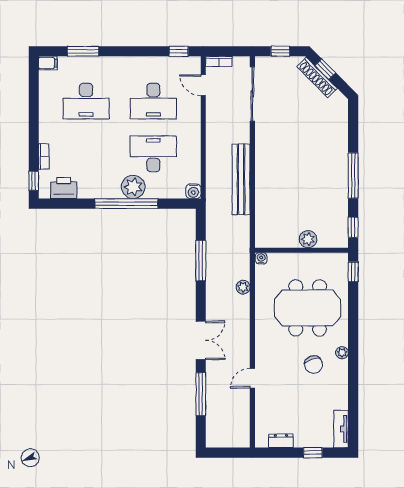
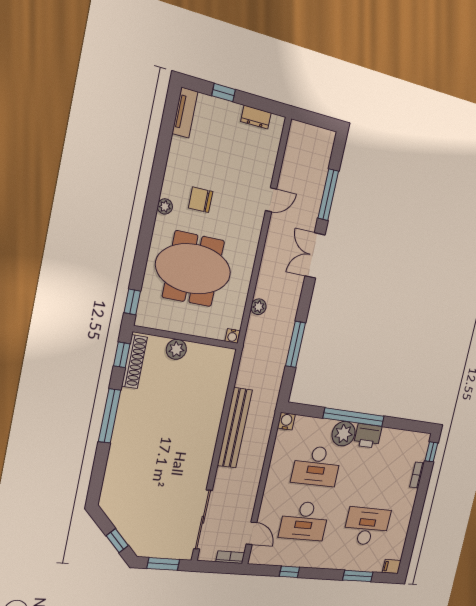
window: (179, 51) -> (289, 572), moved
window: (280, 51) -> (163, 564), width x1.50
shoe rack: (317, 77) -> (134, 362), moved, turned 45
desk: (153, 101) -> (304, 521), turned 180
printer: (64, 188) -> (368, 436), moved
chair: (314, 365) -> (201, 200), turned -70

